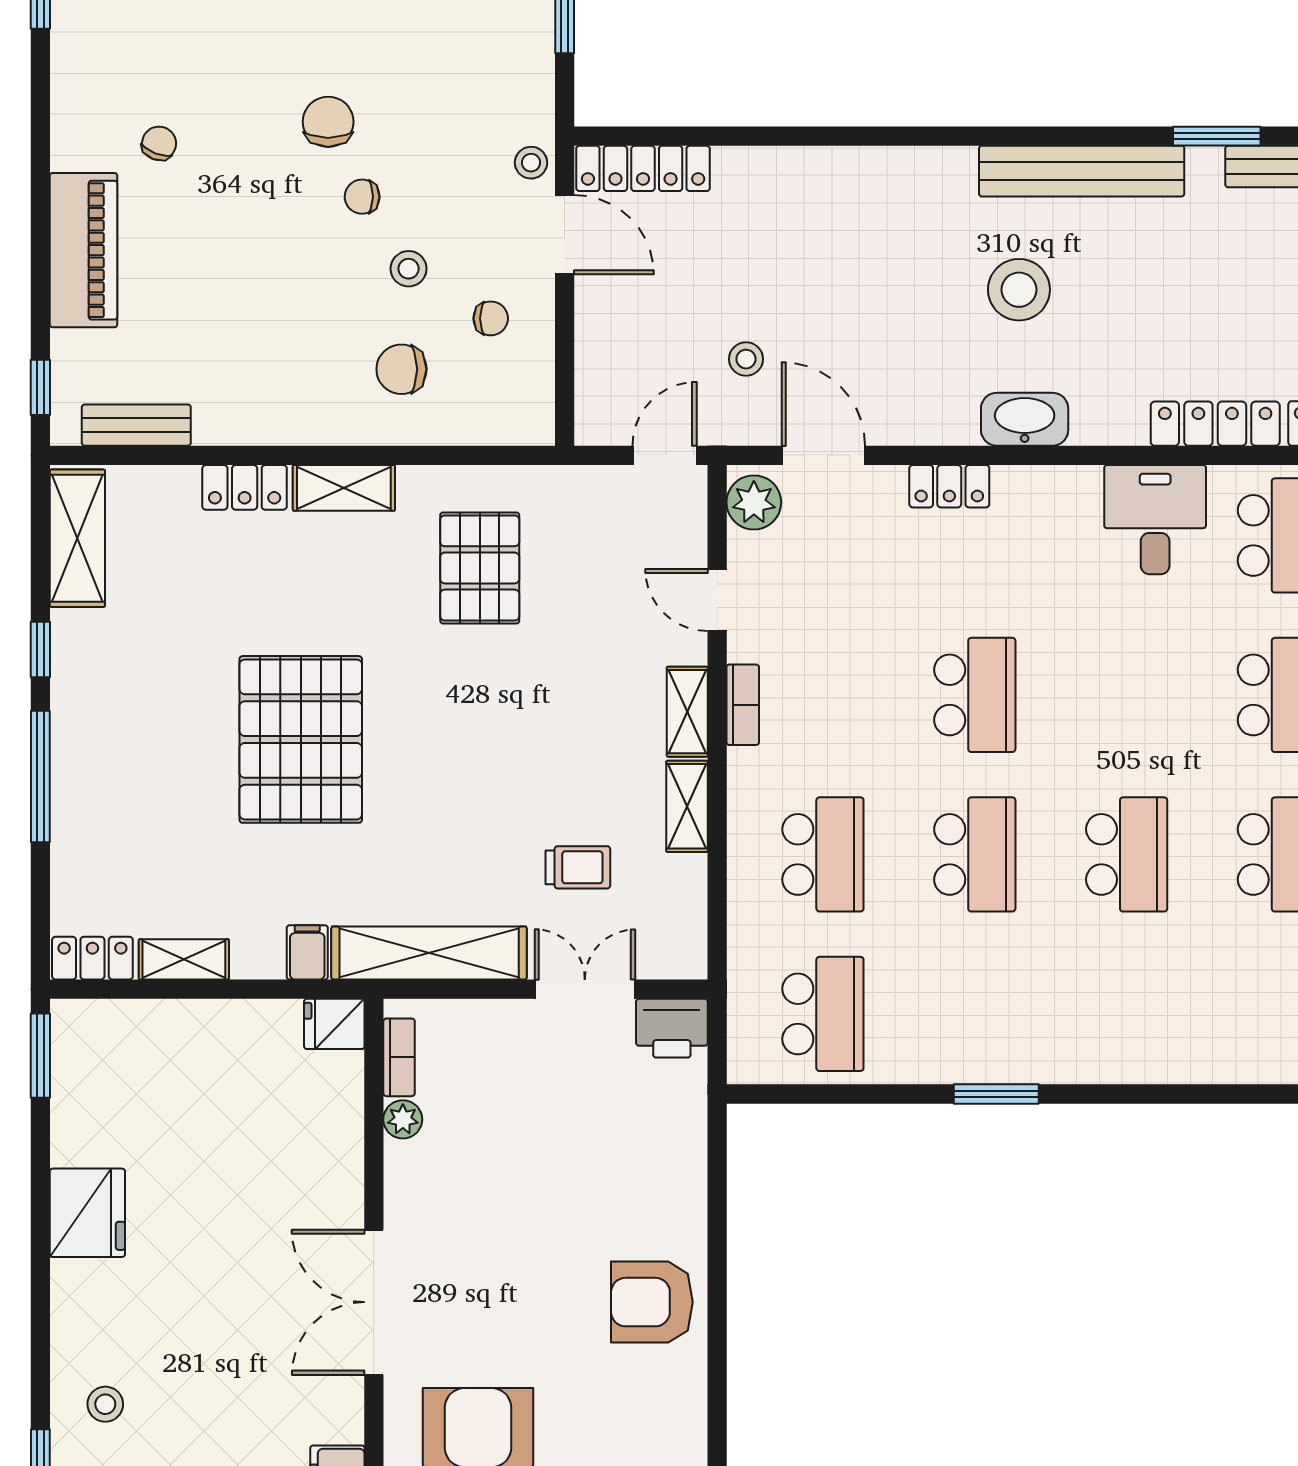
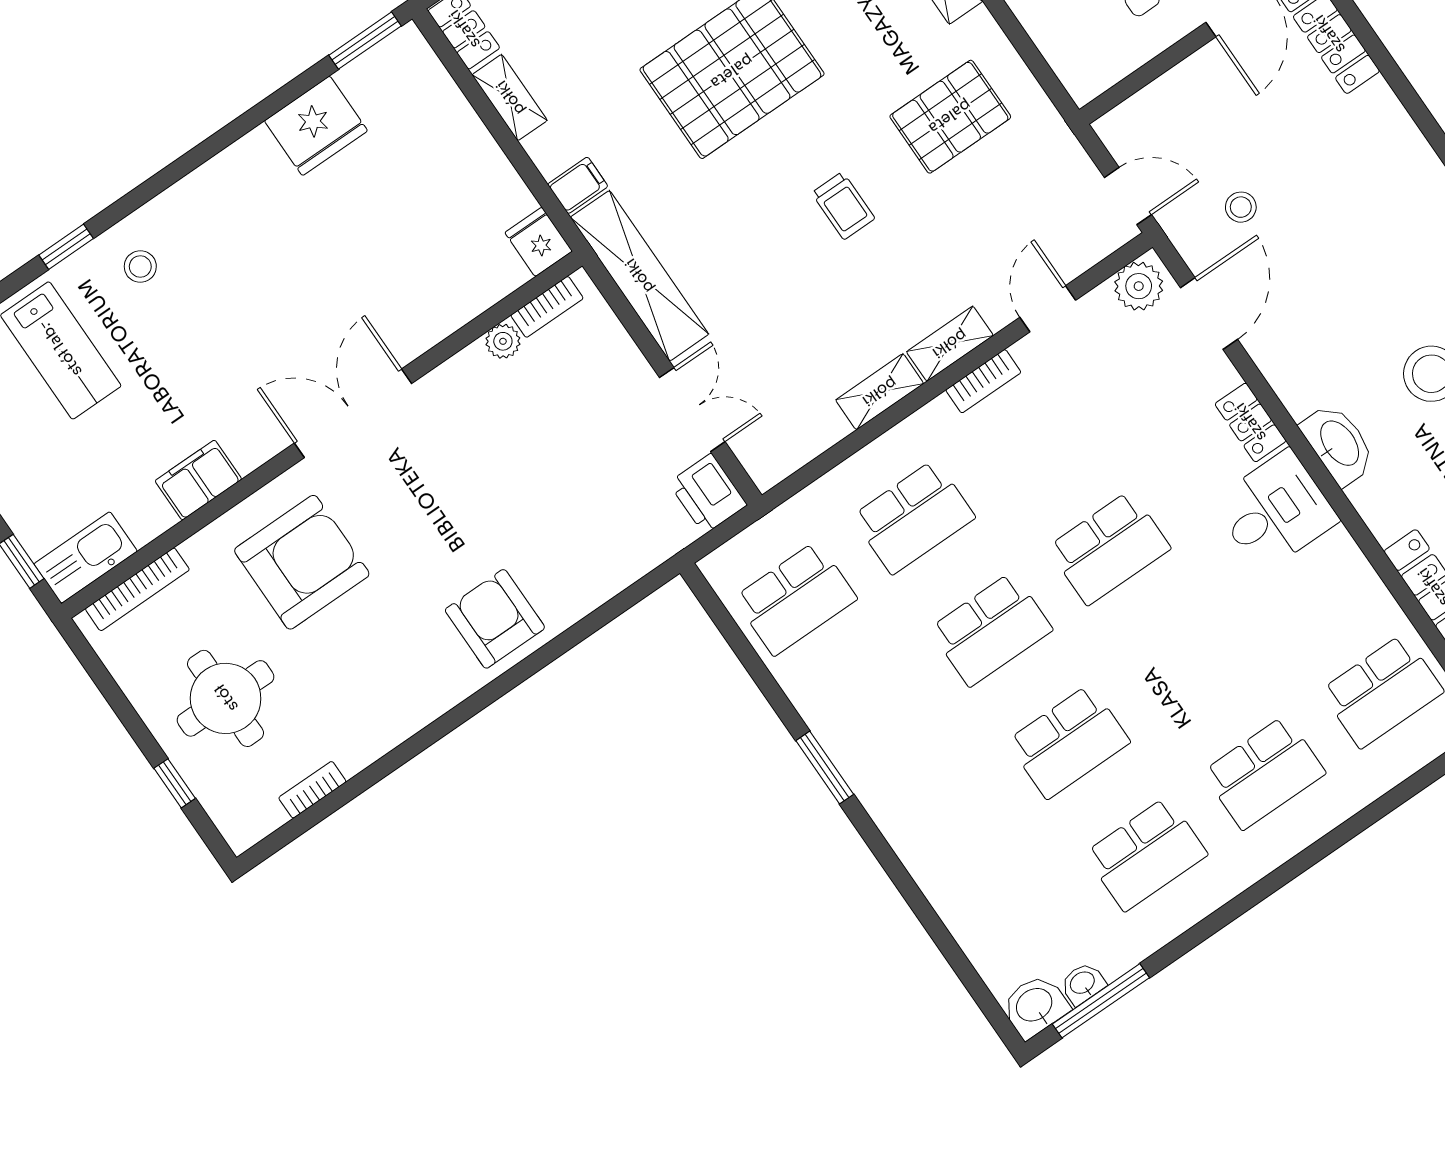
desk: (1155, 520) -> (1275, 511), moved
trolley: (578, 867) -> (843, 206), moved
fridge: (87, 1213) -> (316, 126), moved

